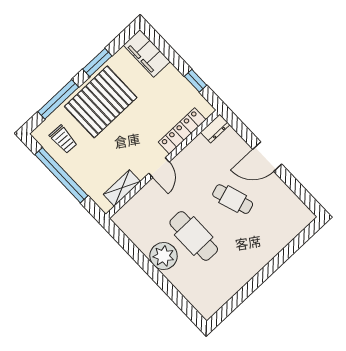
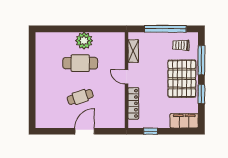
dresser: (215, 128) -> (120, 120), removed

